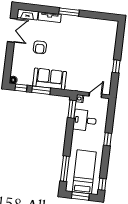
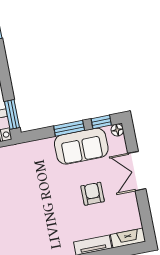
double door: (12, 30) -> (137, 171), moved
sofa: (50, 79) -> (81, 146), moved

